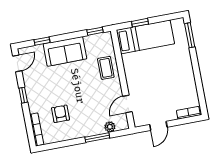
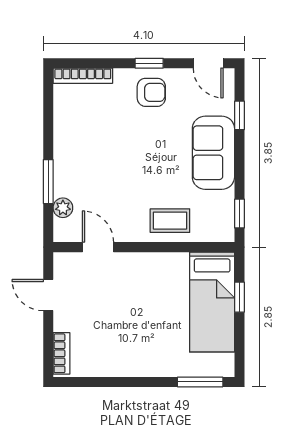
armchair: (61, 114) -> (151, 92), moved

